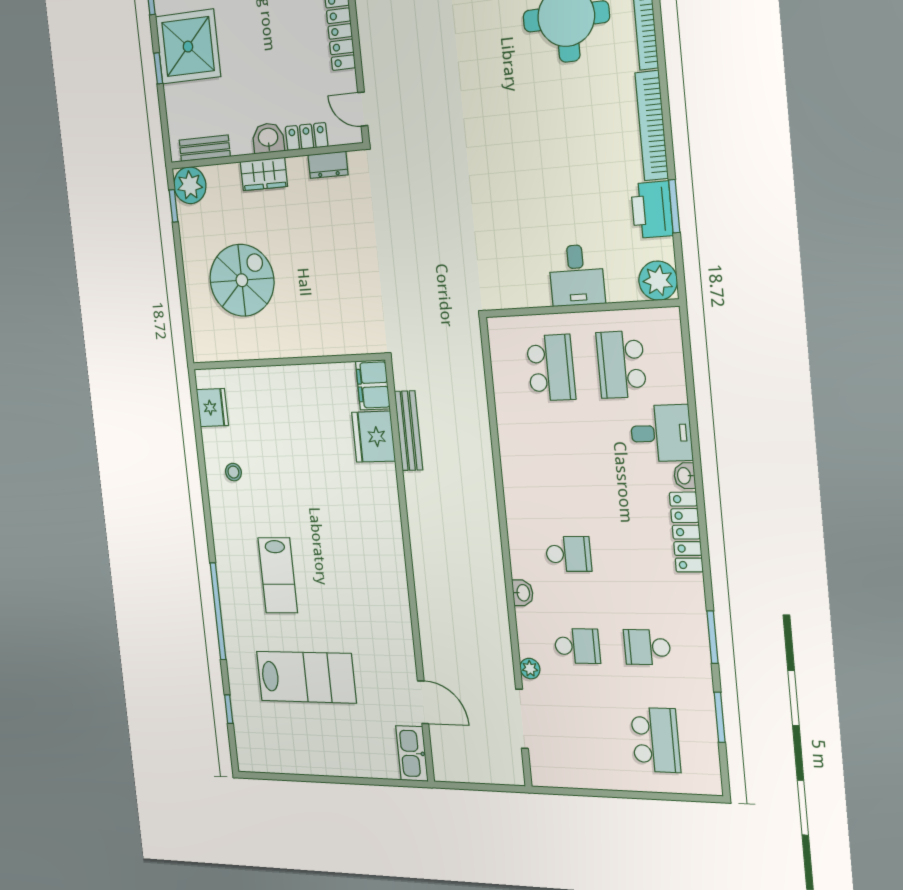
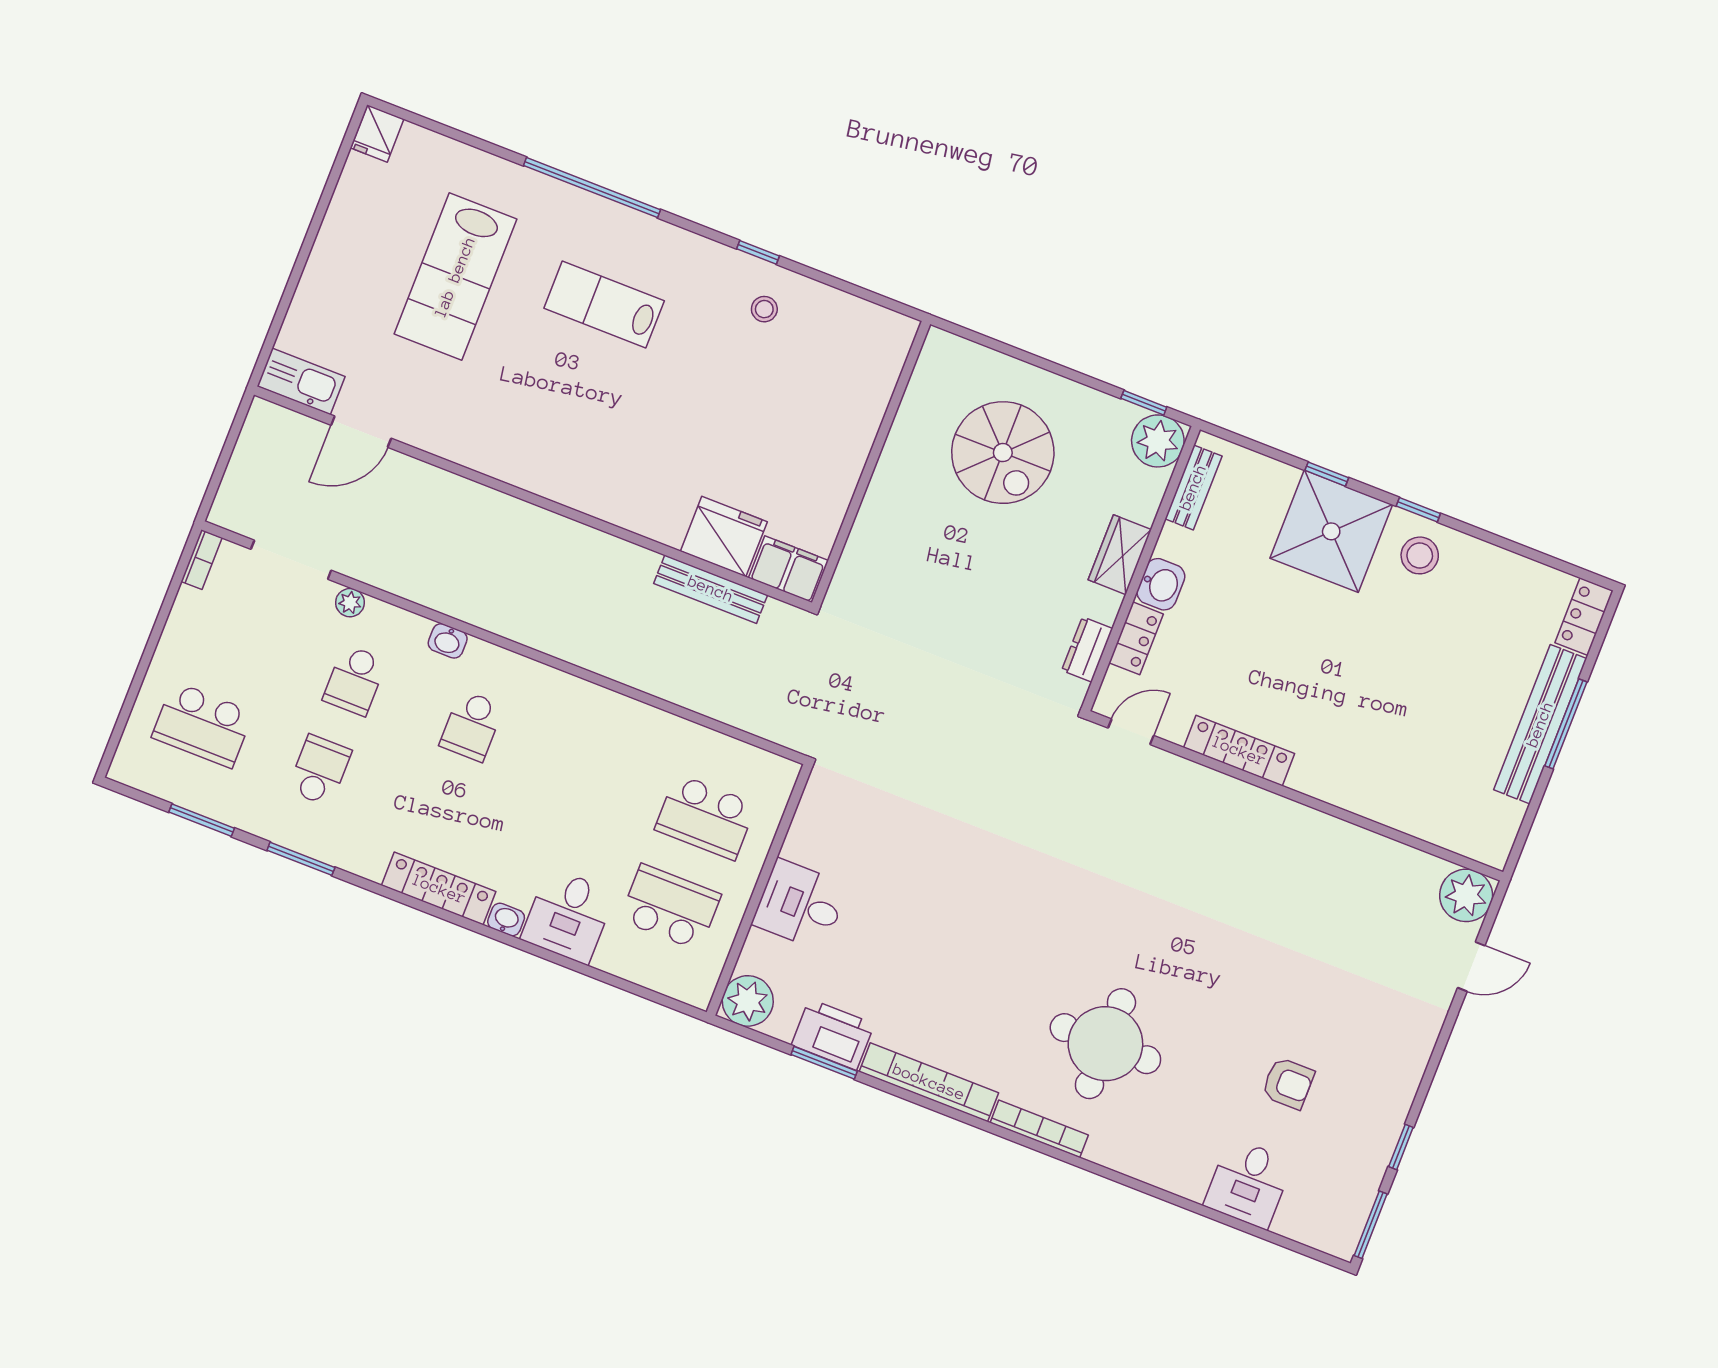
fridge: (212, 408) -> (377, 134), moved, width x0.72
window: (229, 709) -> (758, 252), moved
bookcase: (550, 779) -> (202, 560), added

